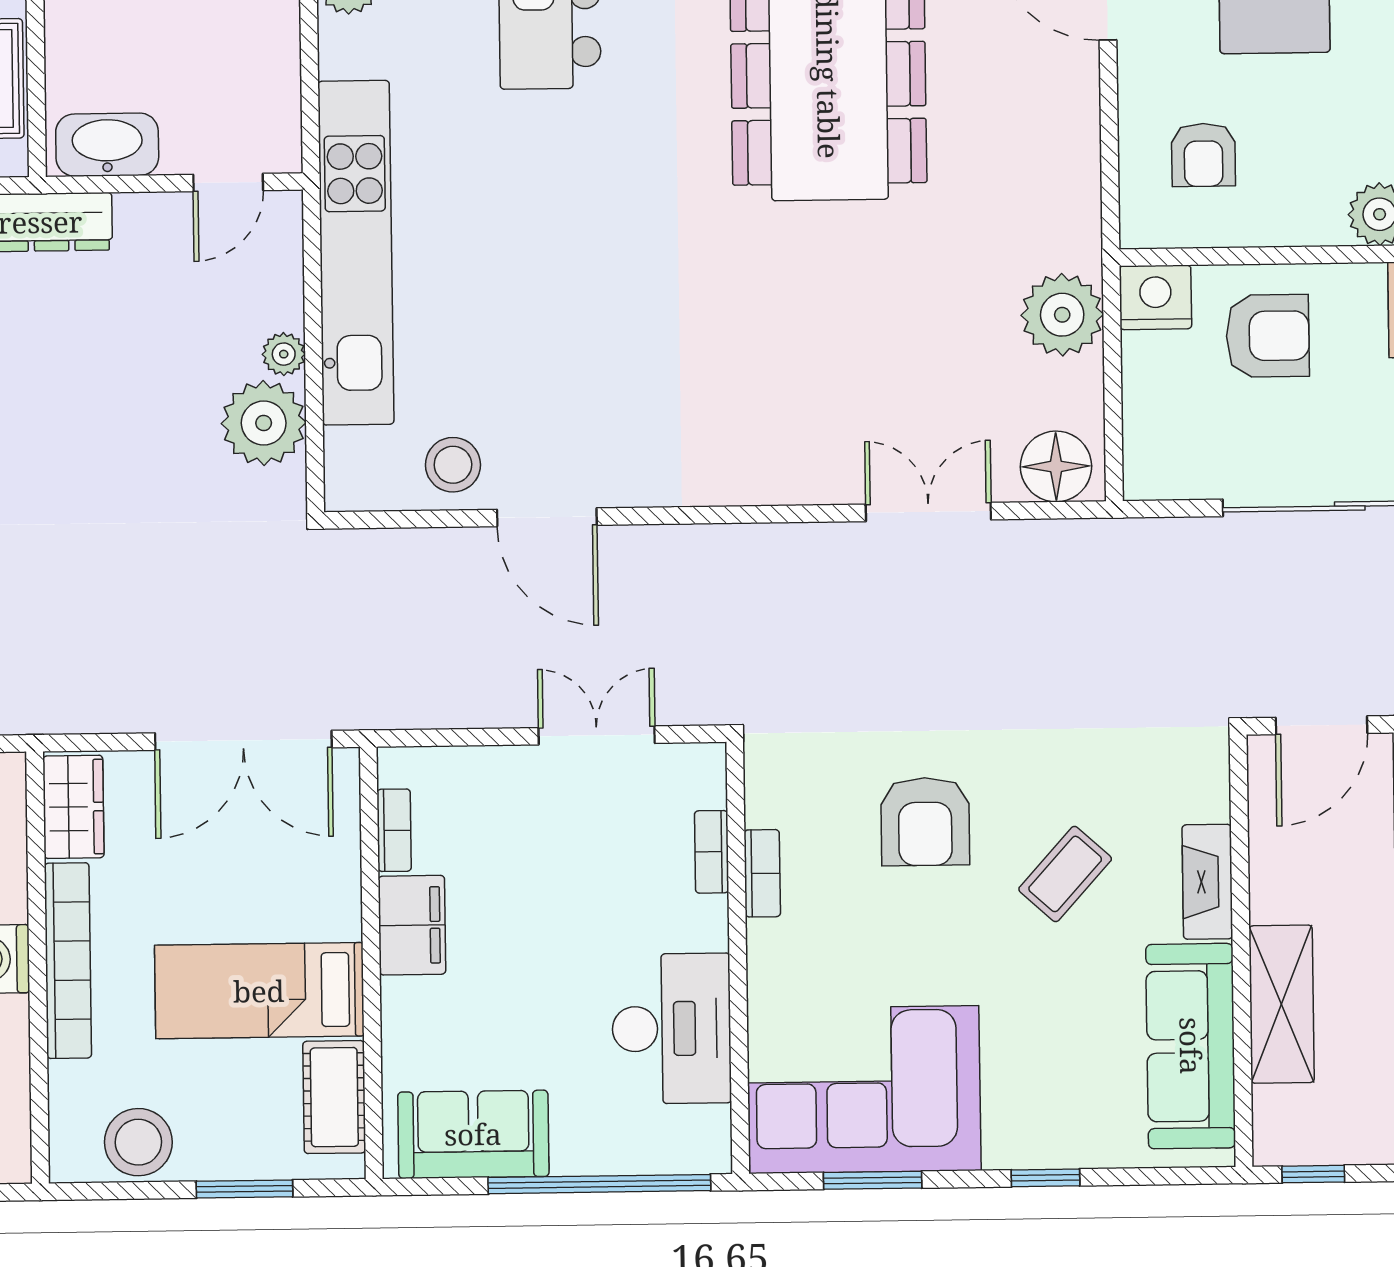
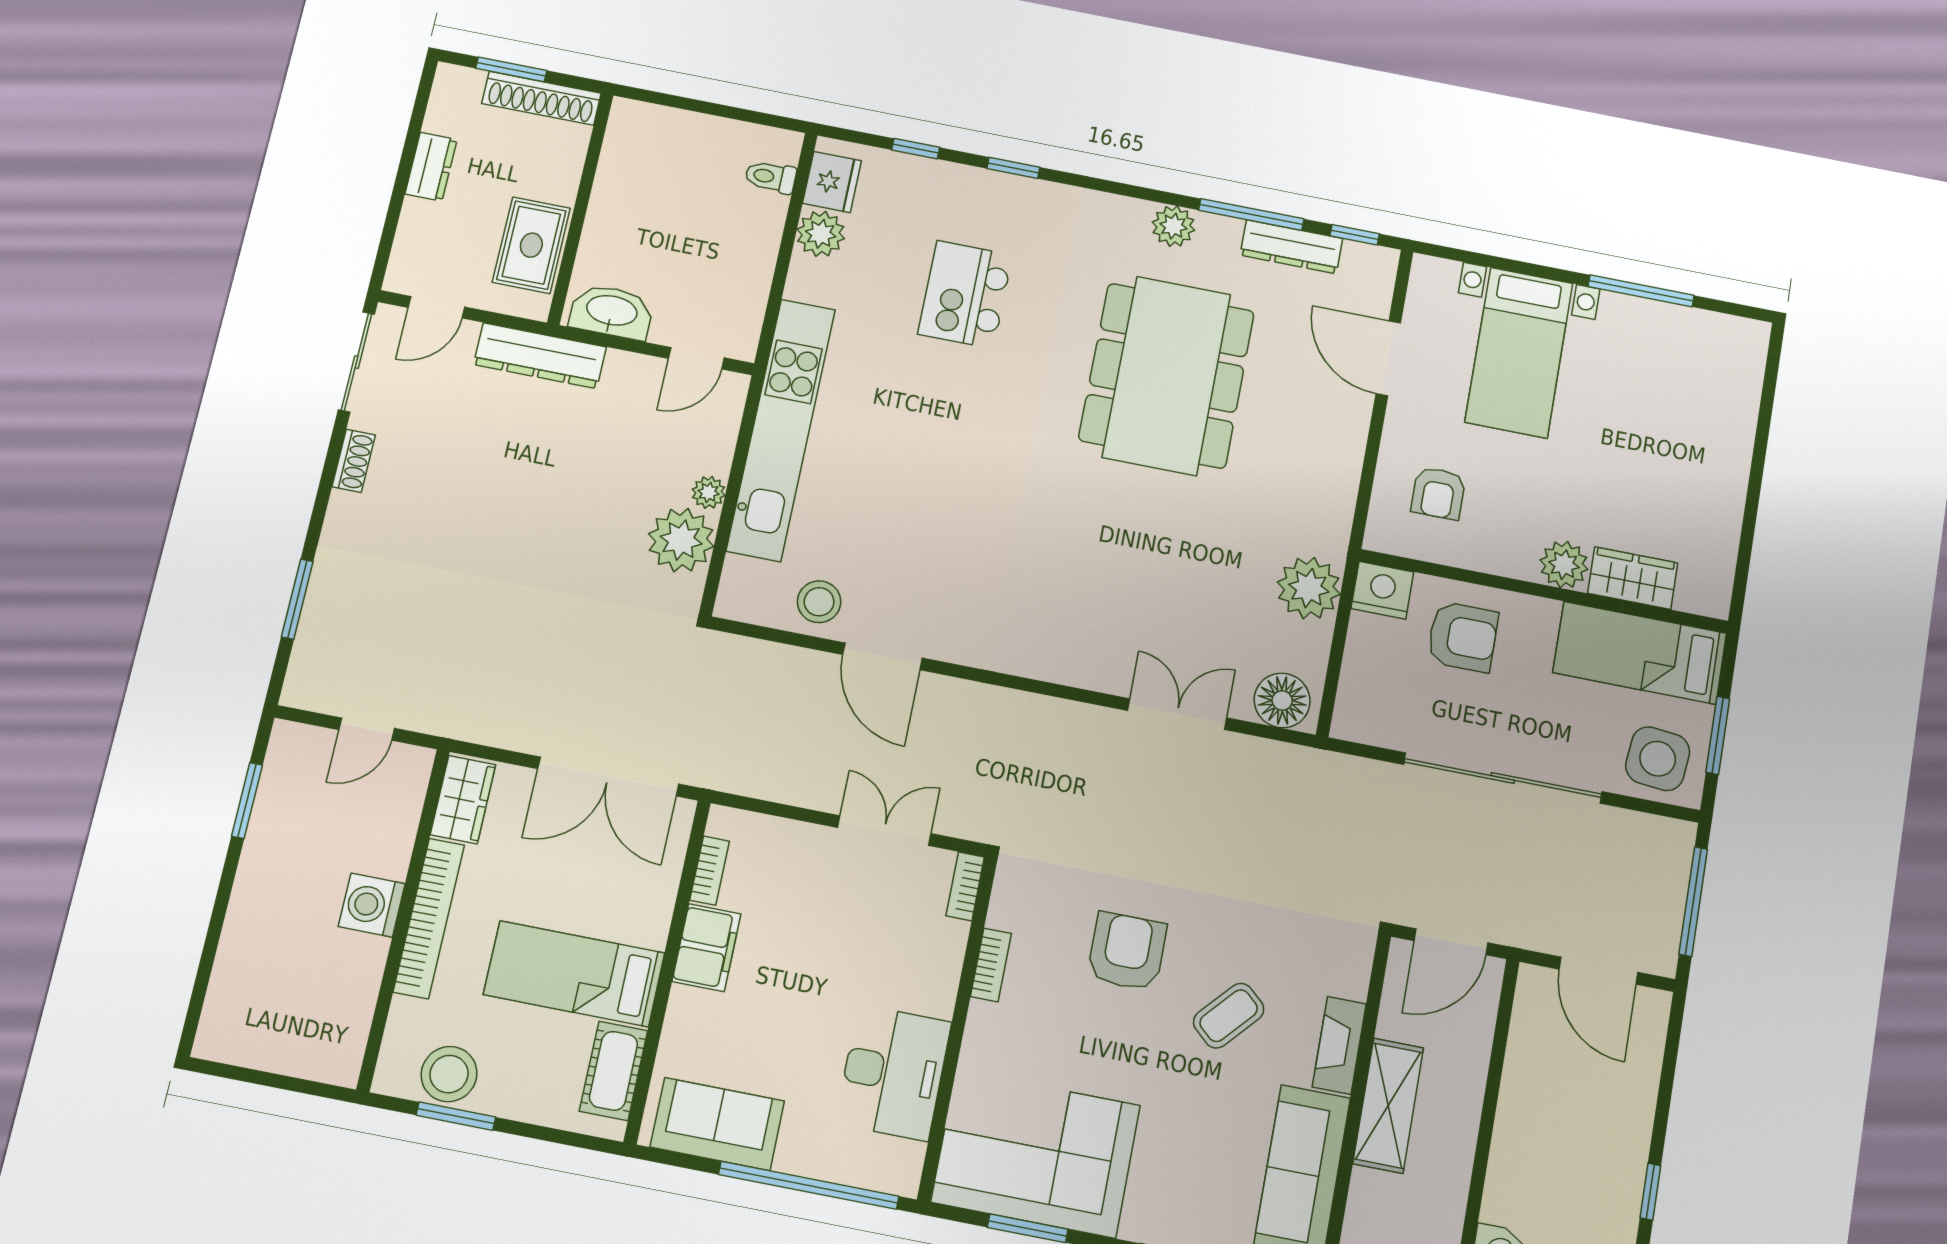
armchair: (925, 822) -> (1127, 951), turned 180
bookcase: (712, 852) -> (965, 886), moved
shelving: (1282, 1004) -> (1388, 1106), moved
window: (245, 1189) -> (456, 1116), moved

